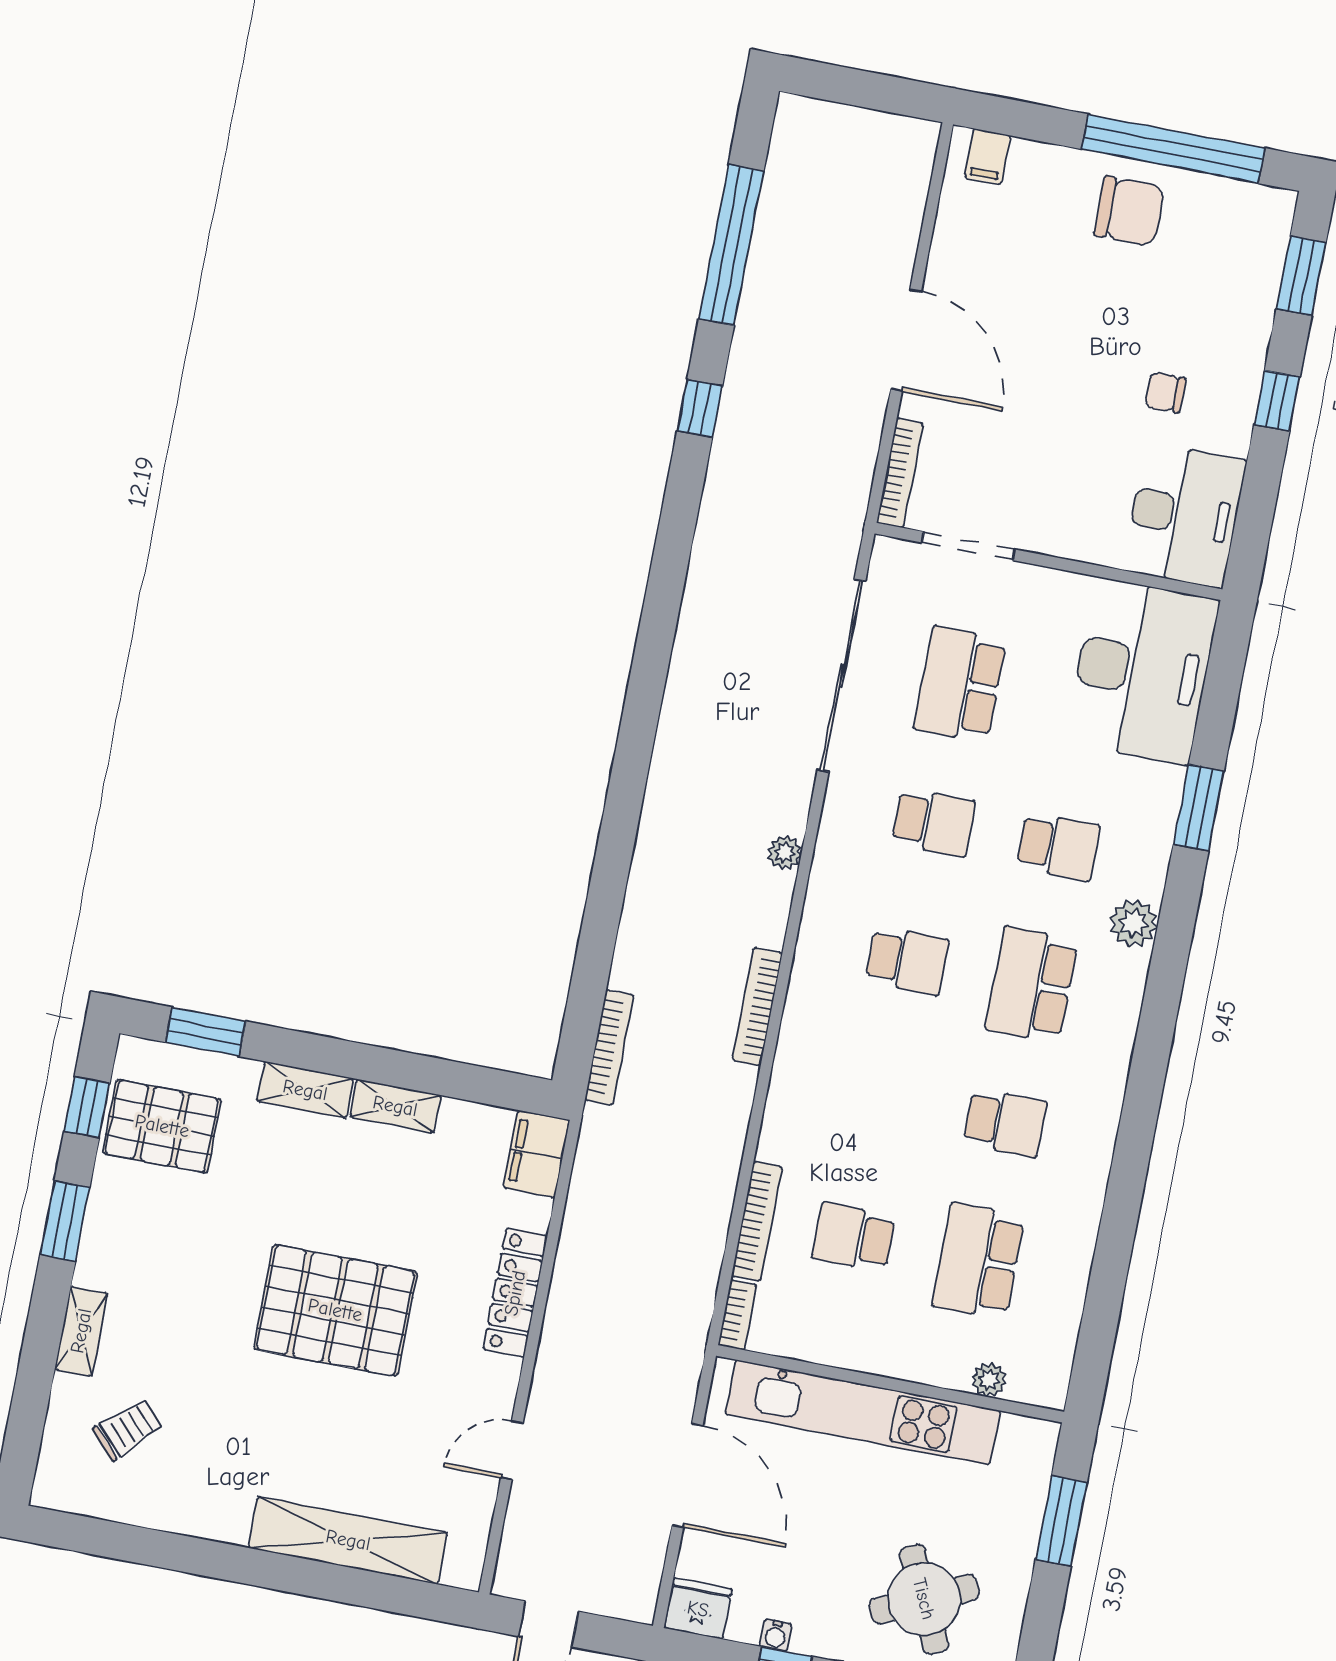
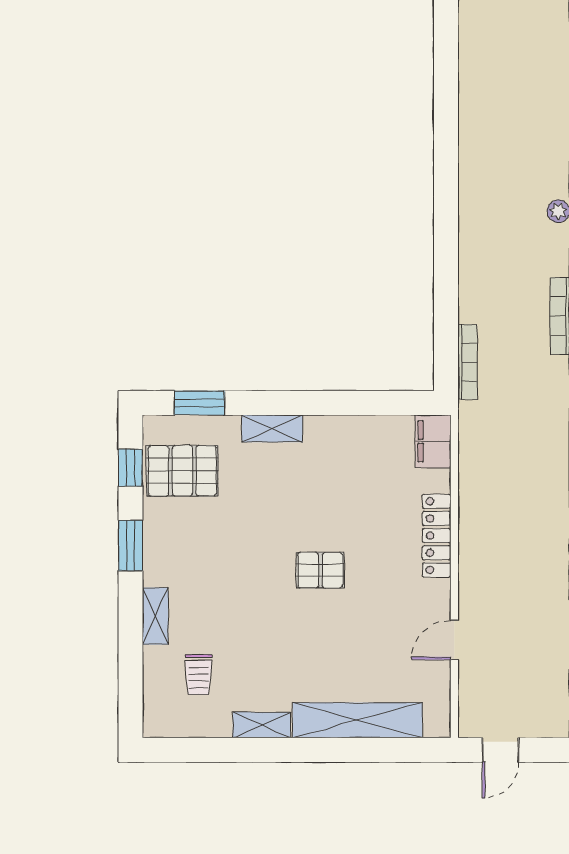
shelving: (395, 1106) -> (262, 725), moved
pallet: (335, 1310) -> (320, 570), width x0.49, depth x0.50
trolley: (128, 1429) -> (199, 675), turned 133

